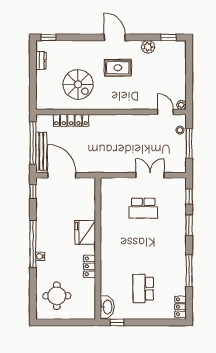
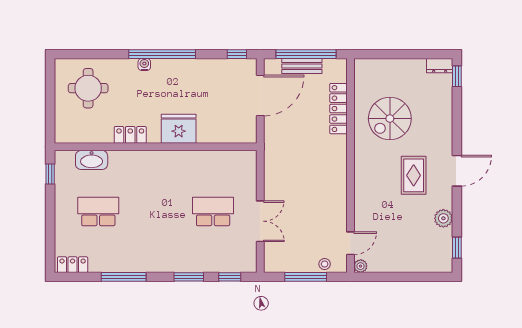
dresser: (41, 61) -> (440, 66), moved
bench: (41, 151) -> (302, 66), width x0.73
school desk: (143, 208) -> (213, 211), turned 90
washbasin: (107, 307) -> (92, 160), moved

